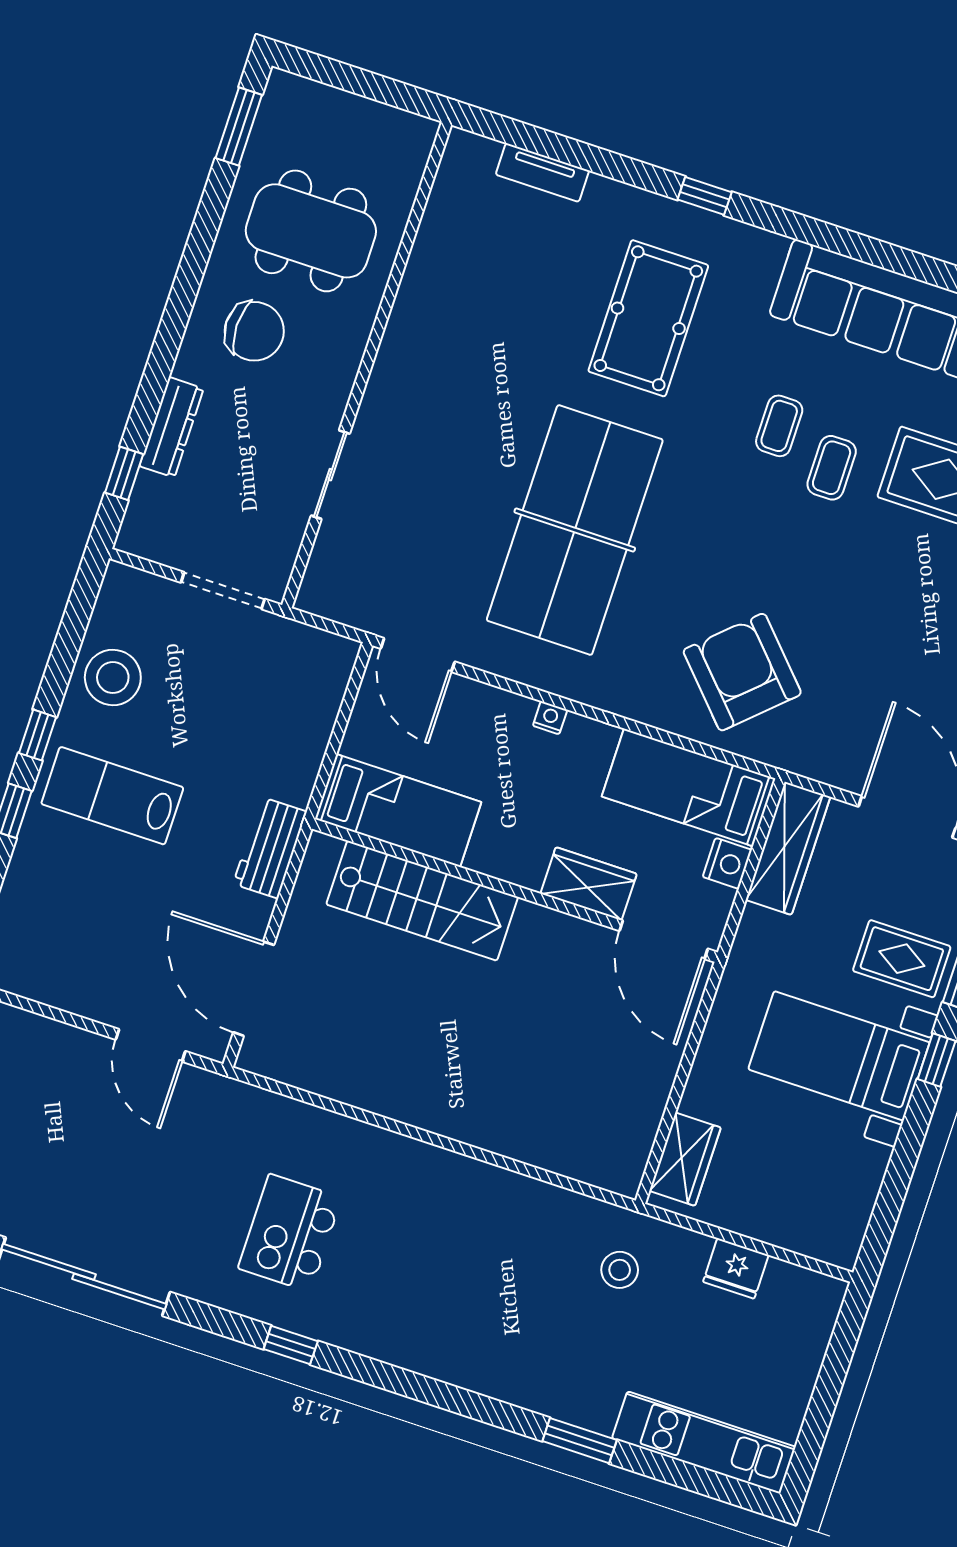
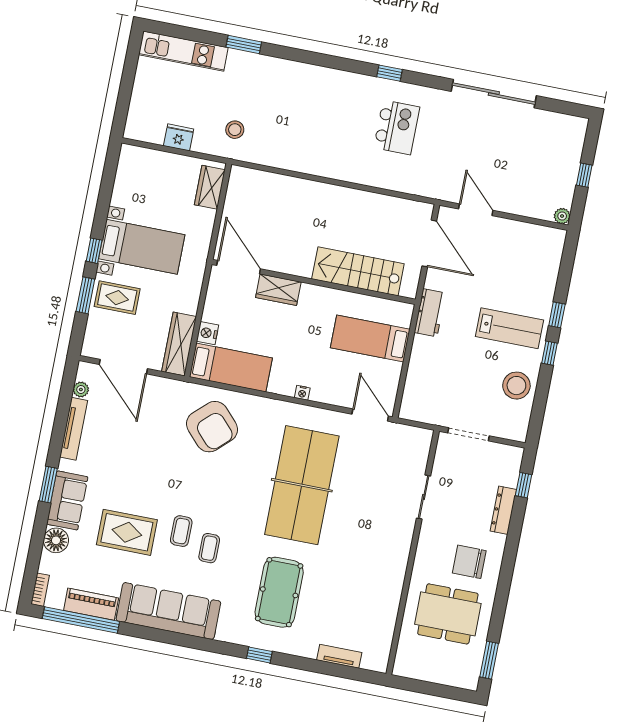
wardrobe: (589, 884) -> (278, 290), moved
wall: (515, 890) -> (314, 282), moved
stairs: (422, 901) -> (358, 271), moved
door: (664, 940) -> (239, 267), moved

